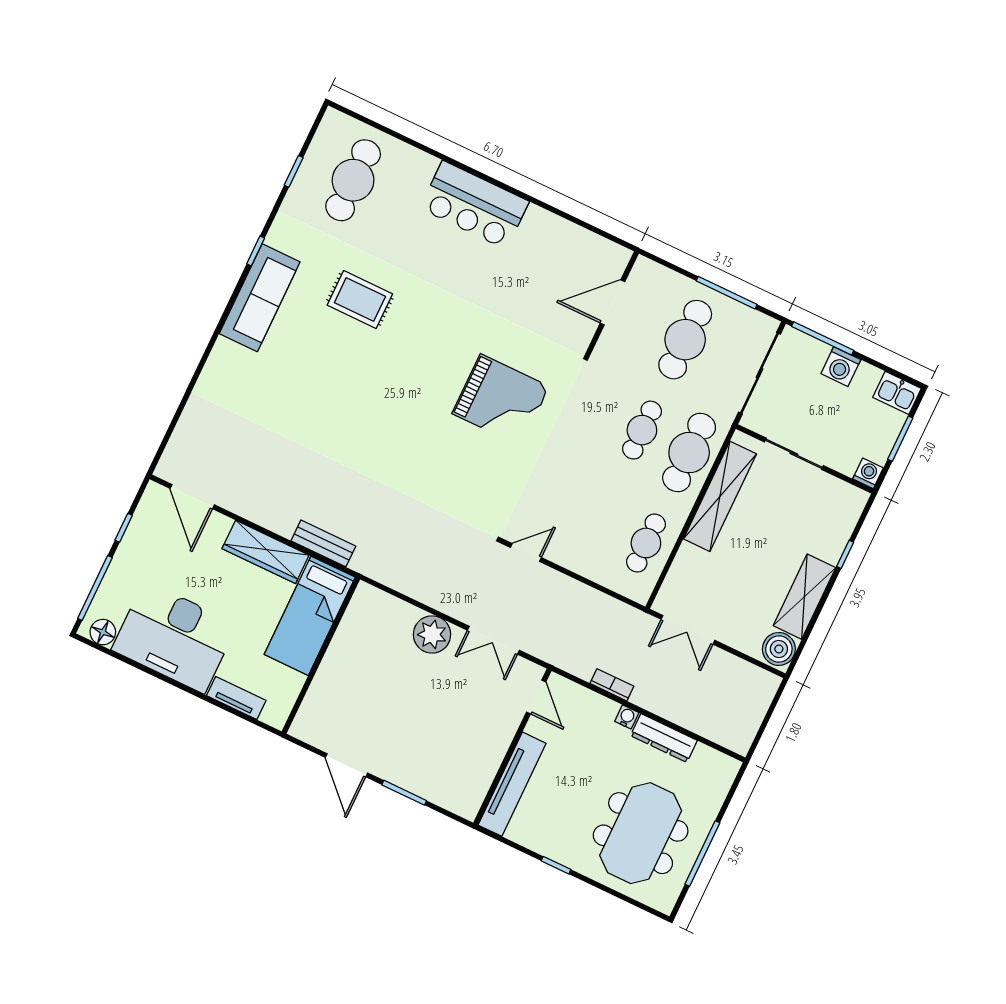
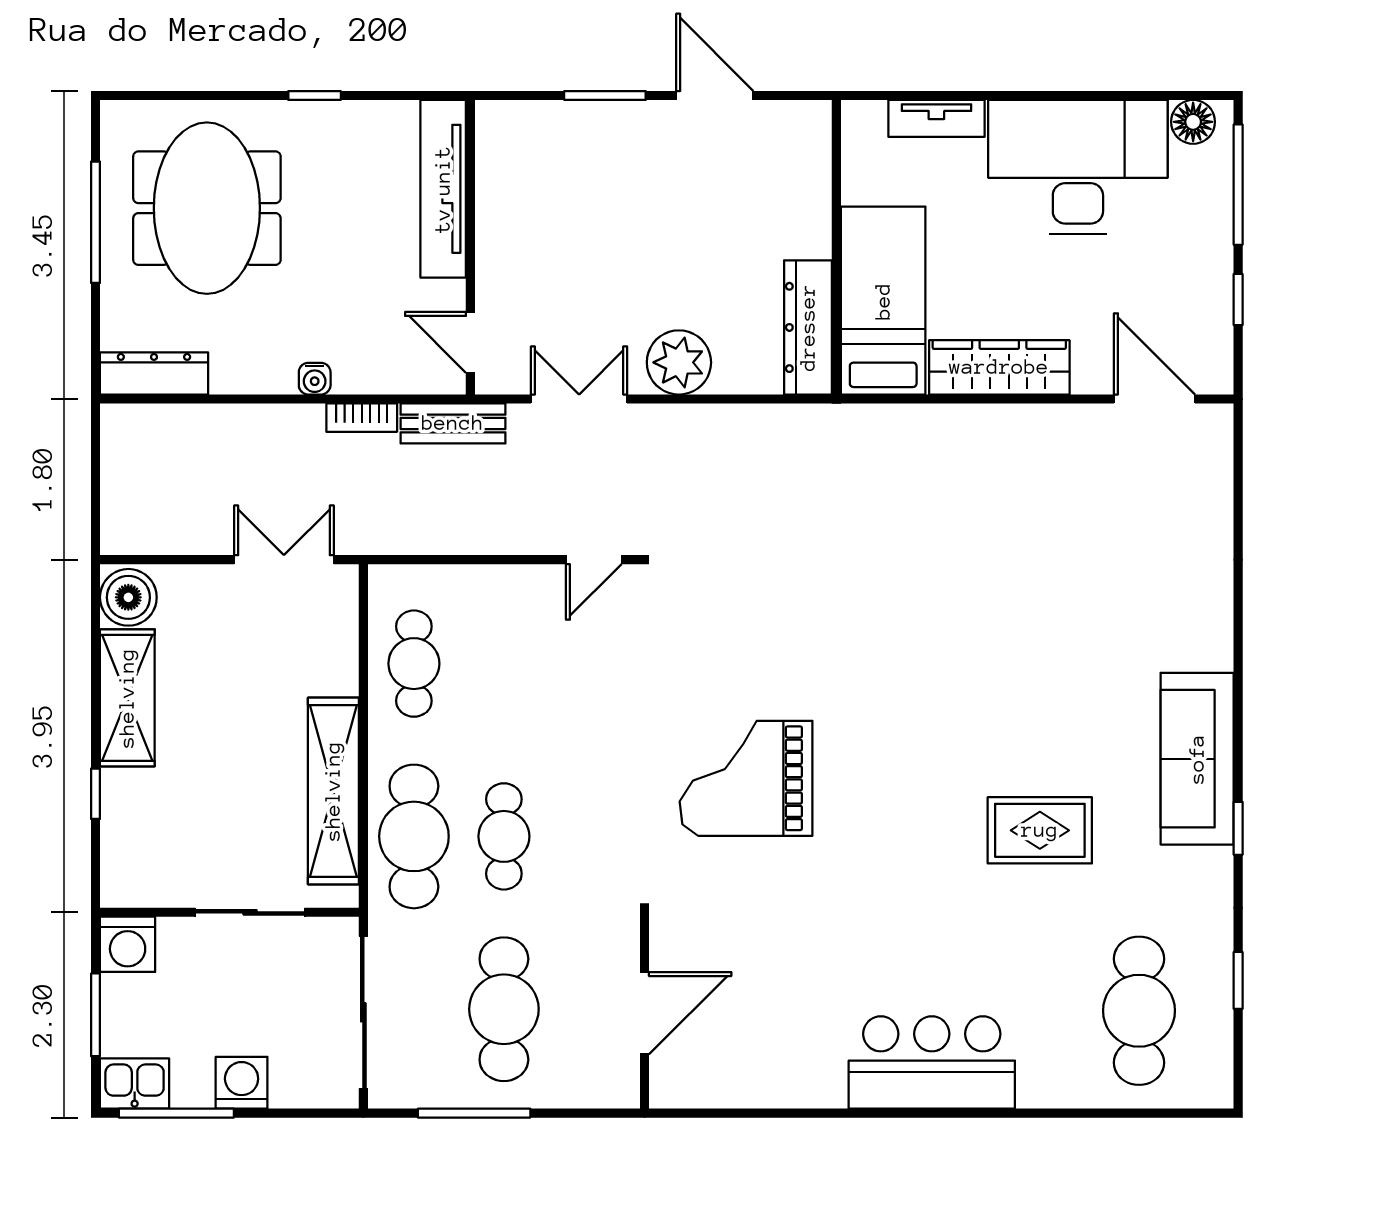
window: (823, 338) -> (176, 1113), moved
washing machine: (868, 473) -> (128, 944), width x1.38, depth x1.38
bench: (323, 543) -> (453, 423), moved
dresser: (356, 621) -> (808, 327), added
dresser: (664, 738) -> (154, 373), moved

